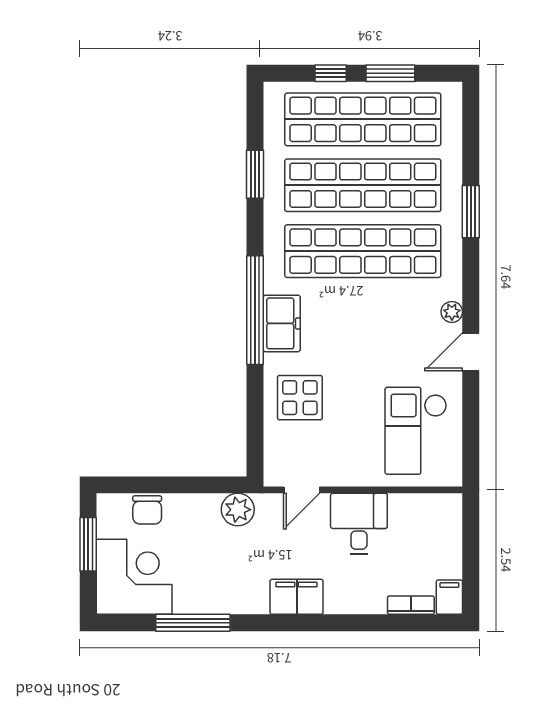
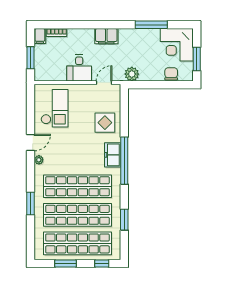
window: (331, 73) -> (102, 263), moved
window: (471, 547) -> (31, 58), added

